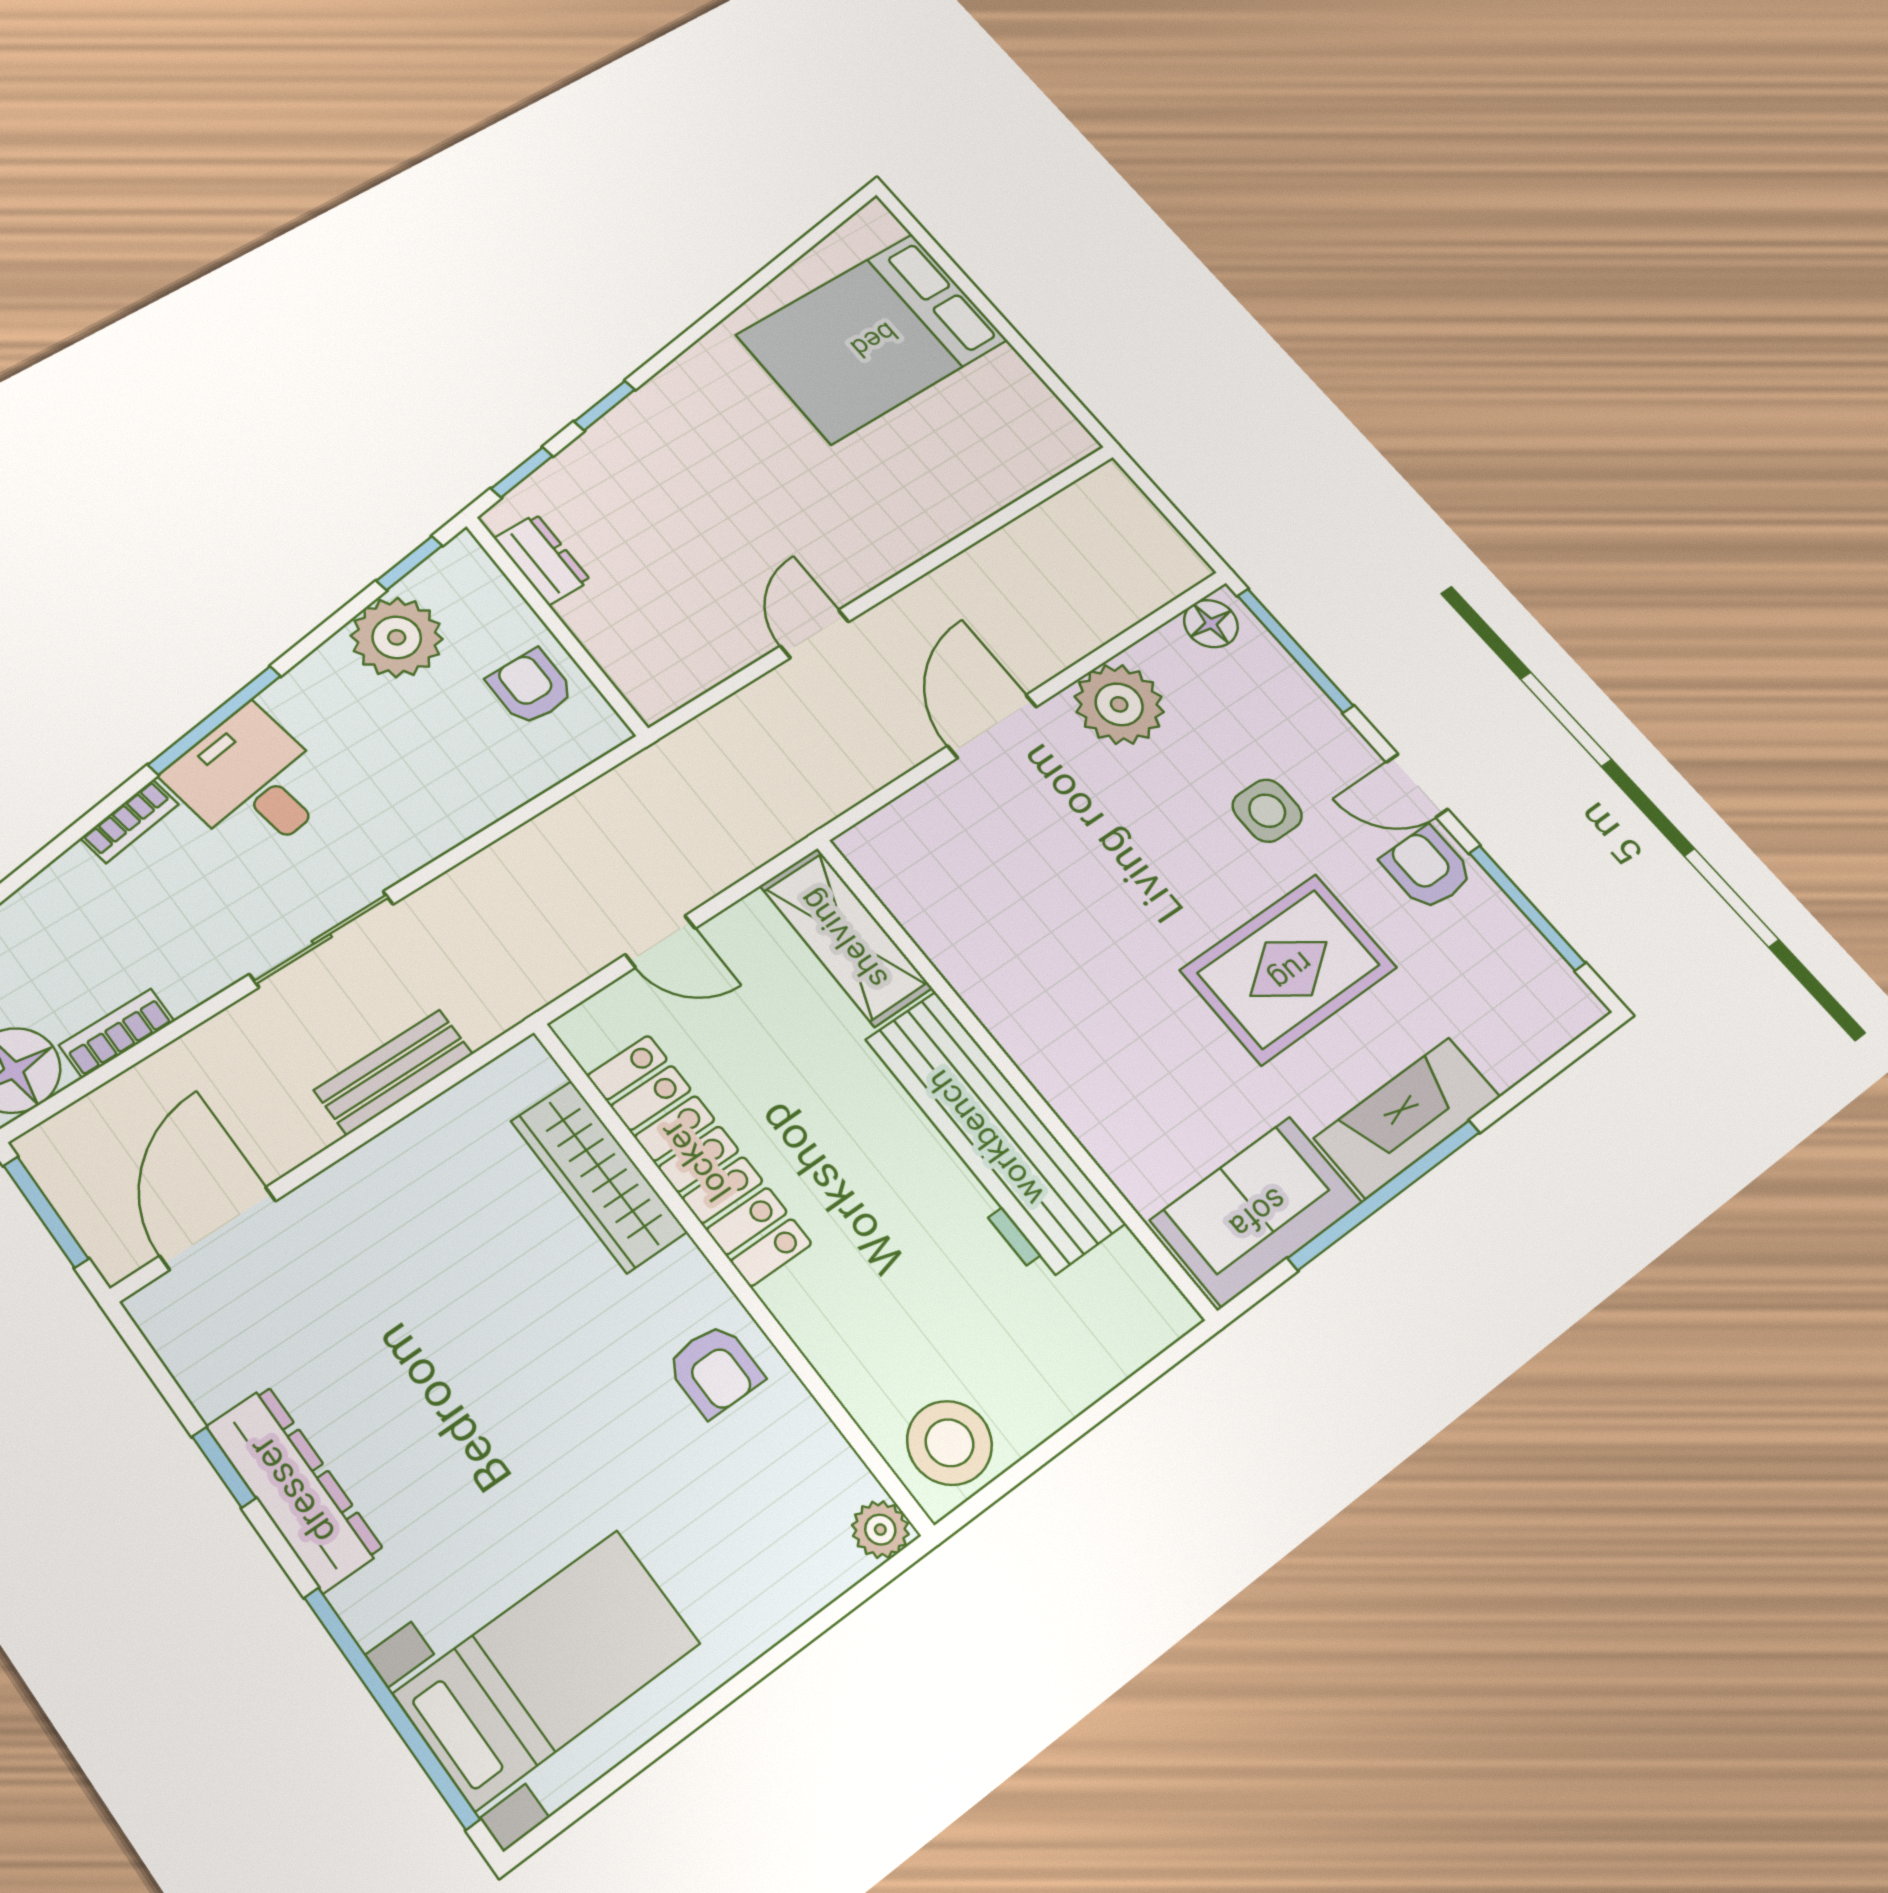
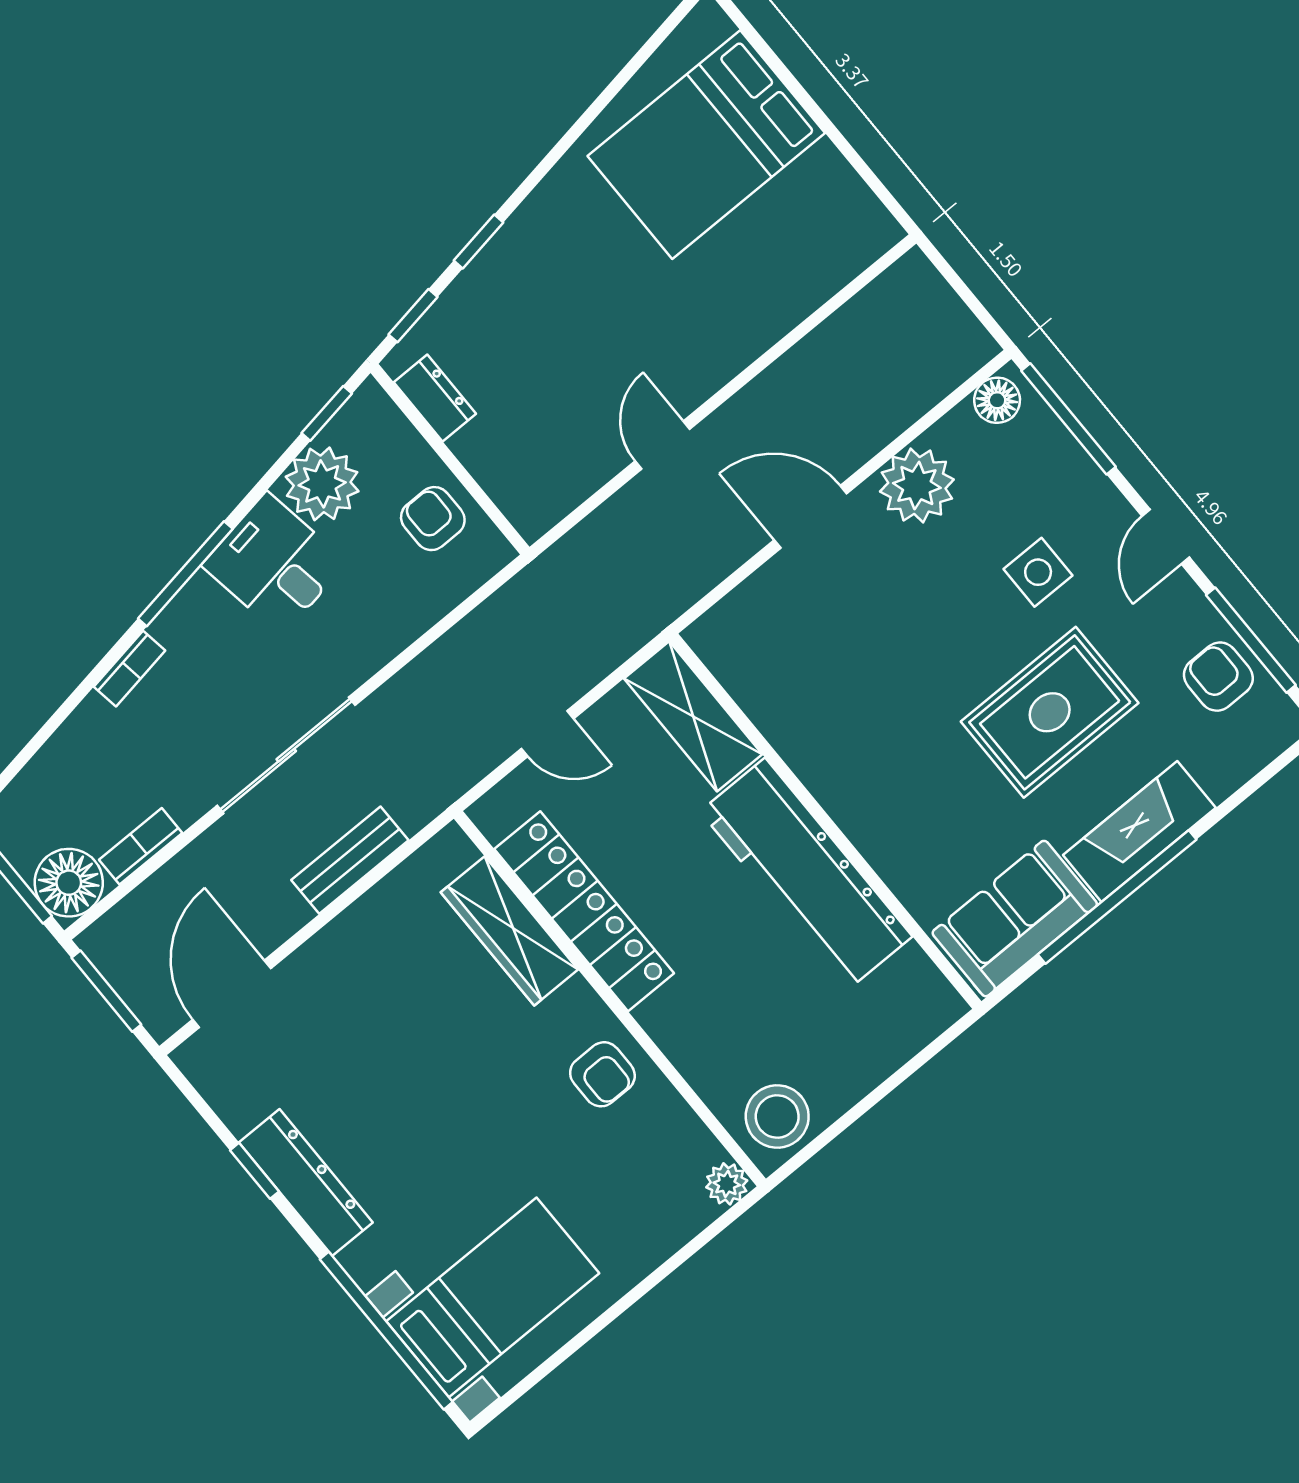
door: (992, 726) -> (811, 517), hinge flipped
desk: (252, 782) -> (274, 564), moved
door: (1417, 786) -> (1166, 537), hinge flipped
armchair: (1427, 868) -> (1218, 677), moved
sliding door: (322, 939) -> (286, 755), width x1.37

